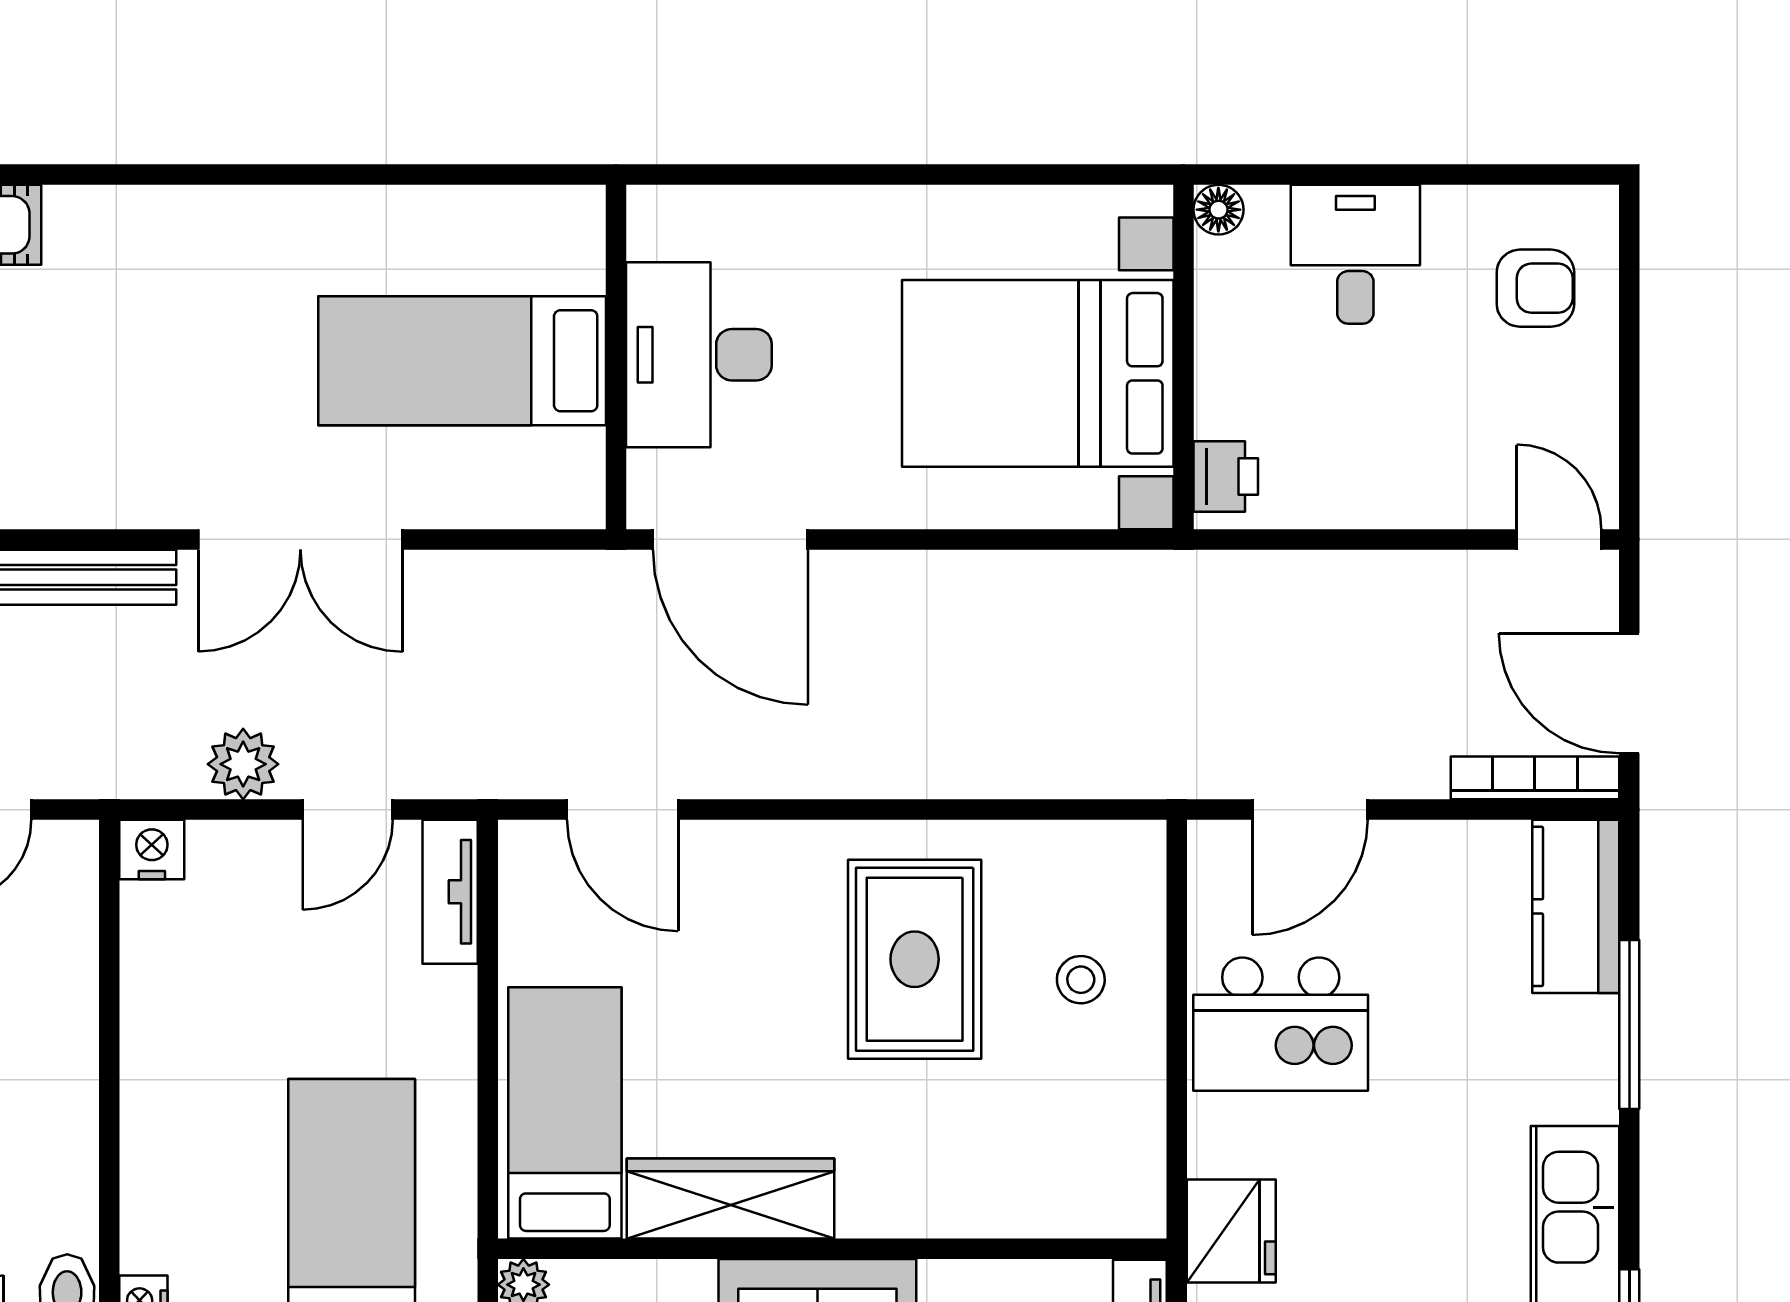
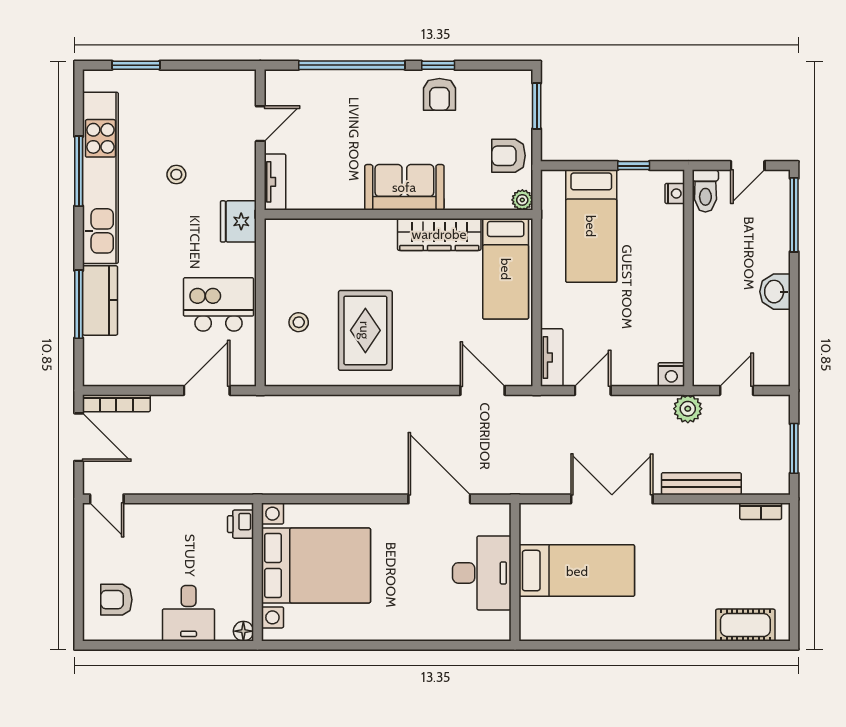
desk: (699, 355) -> (482, 573), moved
wall: (616, 357) -> (515, 572), moved
bed: (462, 361) -> (577, 571), moved
plant: (243, 764) -> (688, 409), moved
kitchen counter: (1576, 906) -> (100, 300), moved

